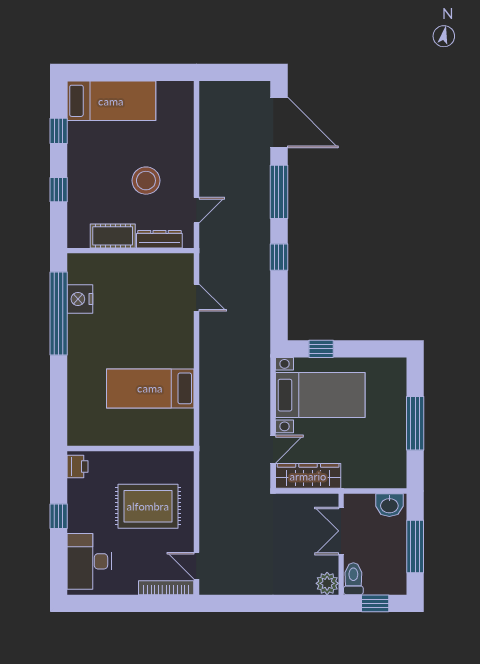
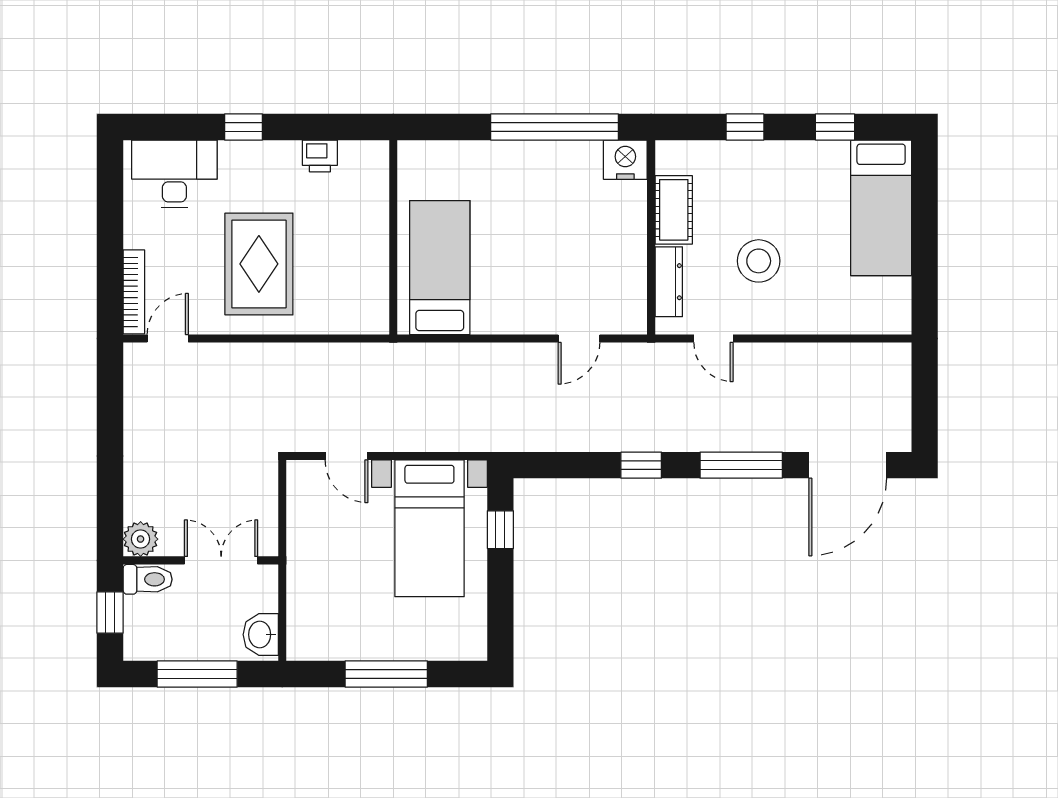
nightstand: (80, 299) -> (625, 160), moved
wall: (131, 448) -> (393, 237), moved
wardrobe: (308, 476) -> (306, 510), removed

